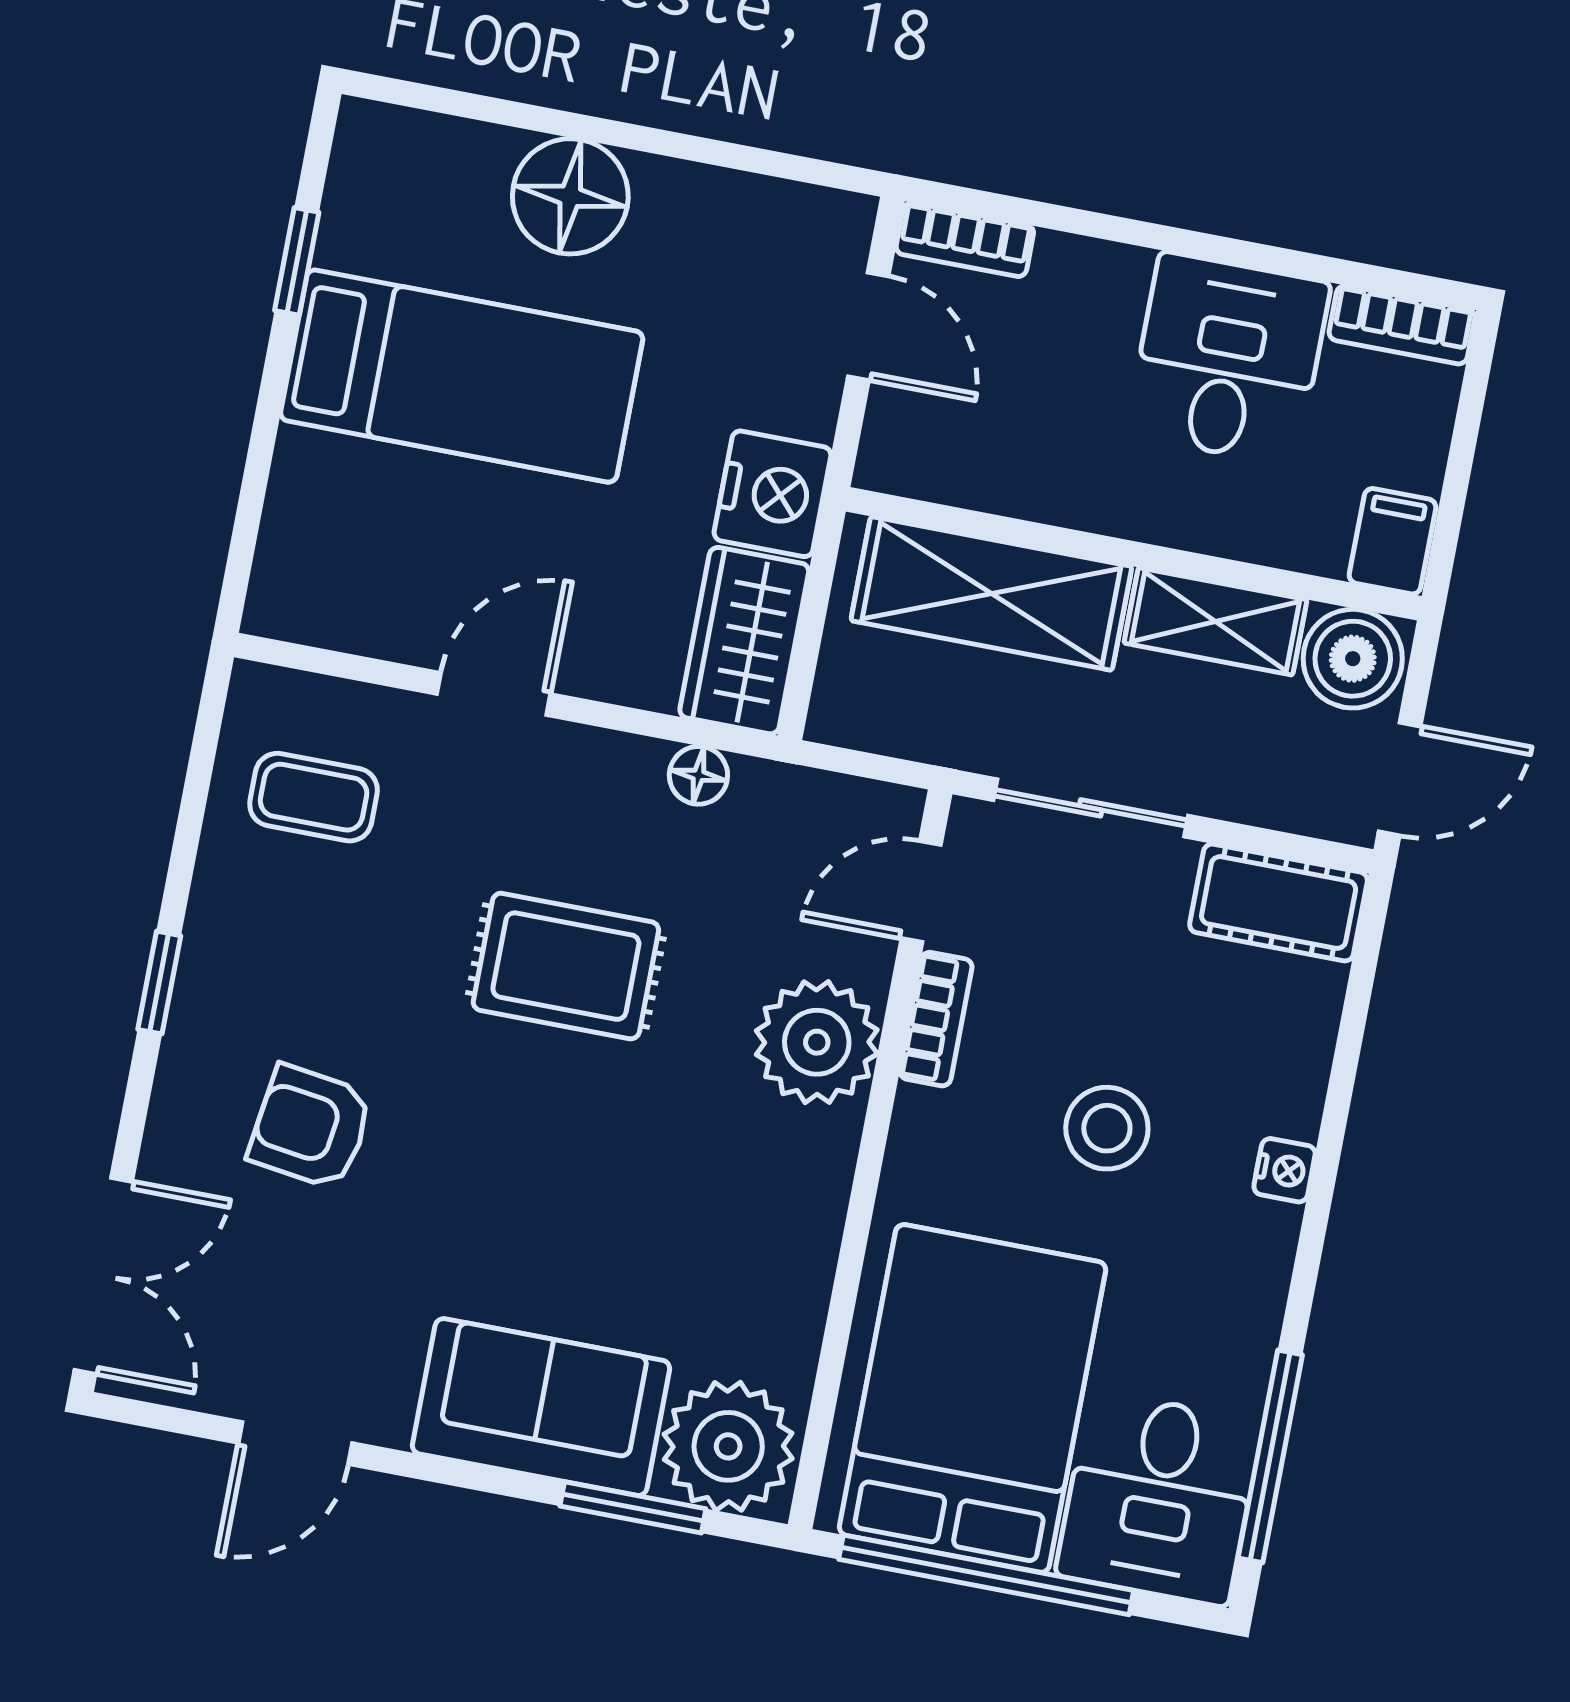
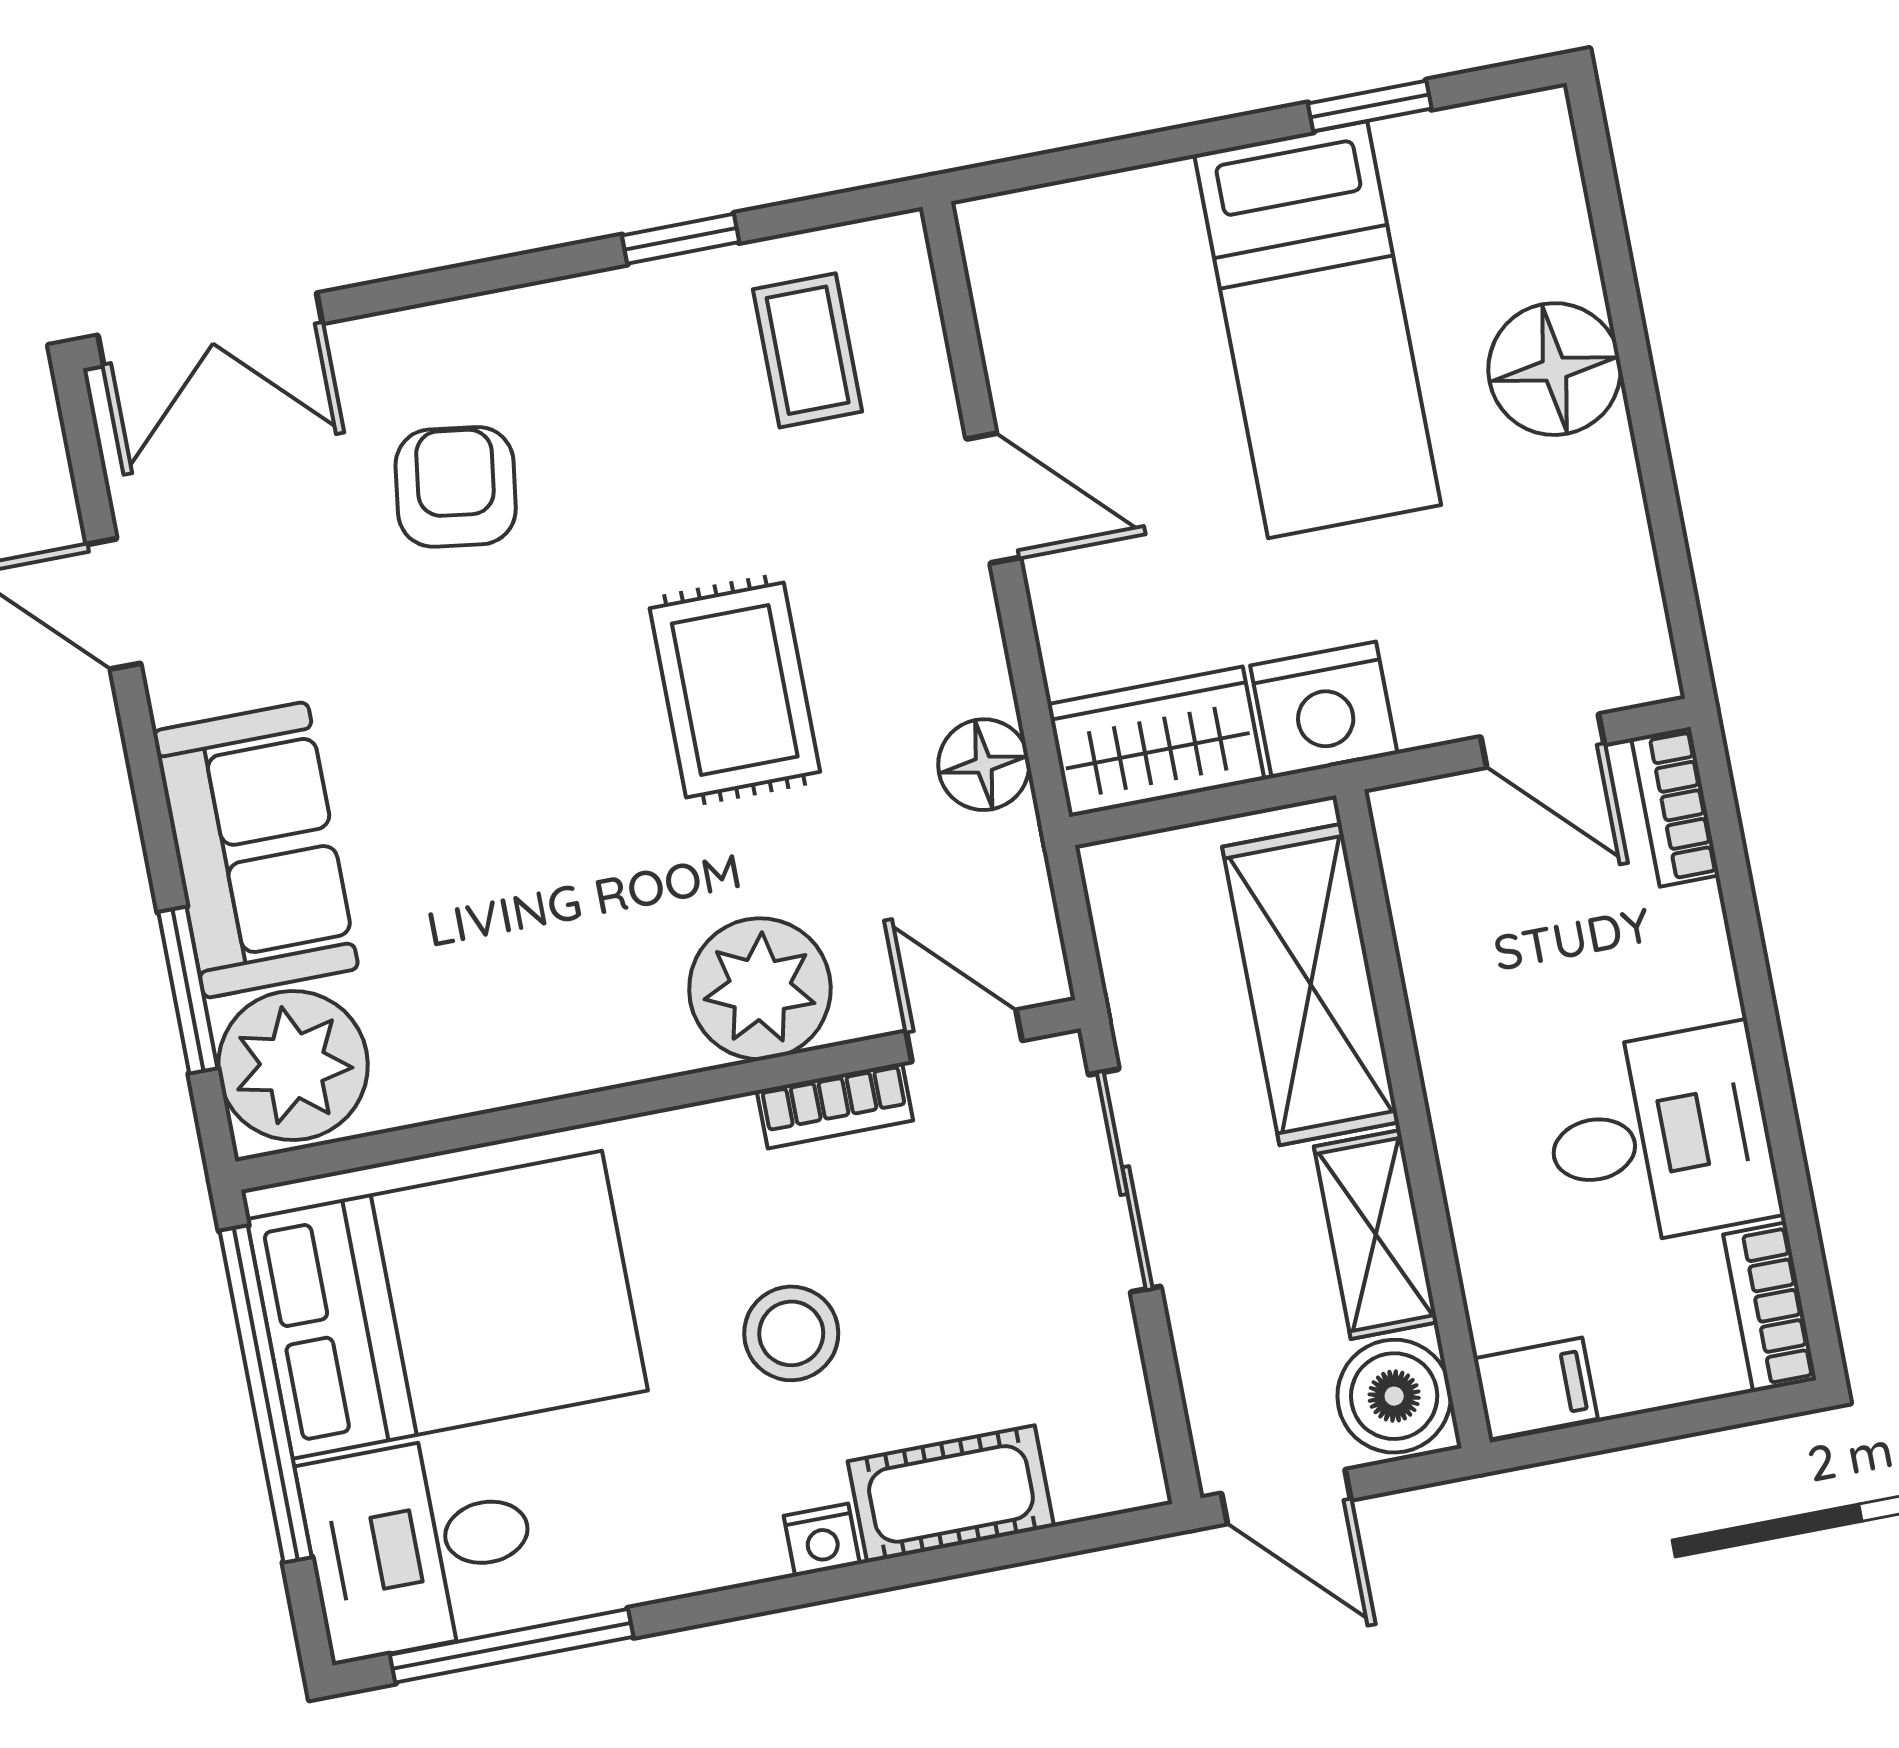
door: (868, 326) -> (1542, 741), hinge flipped
floor lamp: (698, 775) -> (984, 765), width x1.37, depth x1.37
cot: (1279, 902) -> (951, 1494), moved, turned 90
window: (159, 983) -> (681, 239), moved

